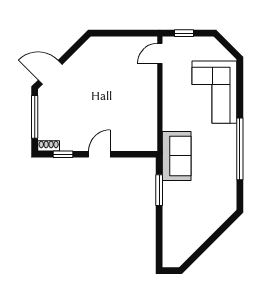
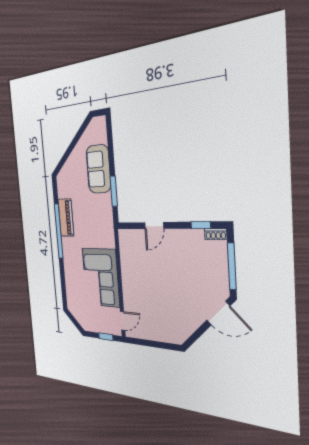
corner sofa: (214, 92) -> (101, 277), moved, turned 180
door: (99, 154) -> (154, 225), moved
sofa: (177, 156) -> (98, 169), moved
piano: (227, 164) -> (66, 218), added

